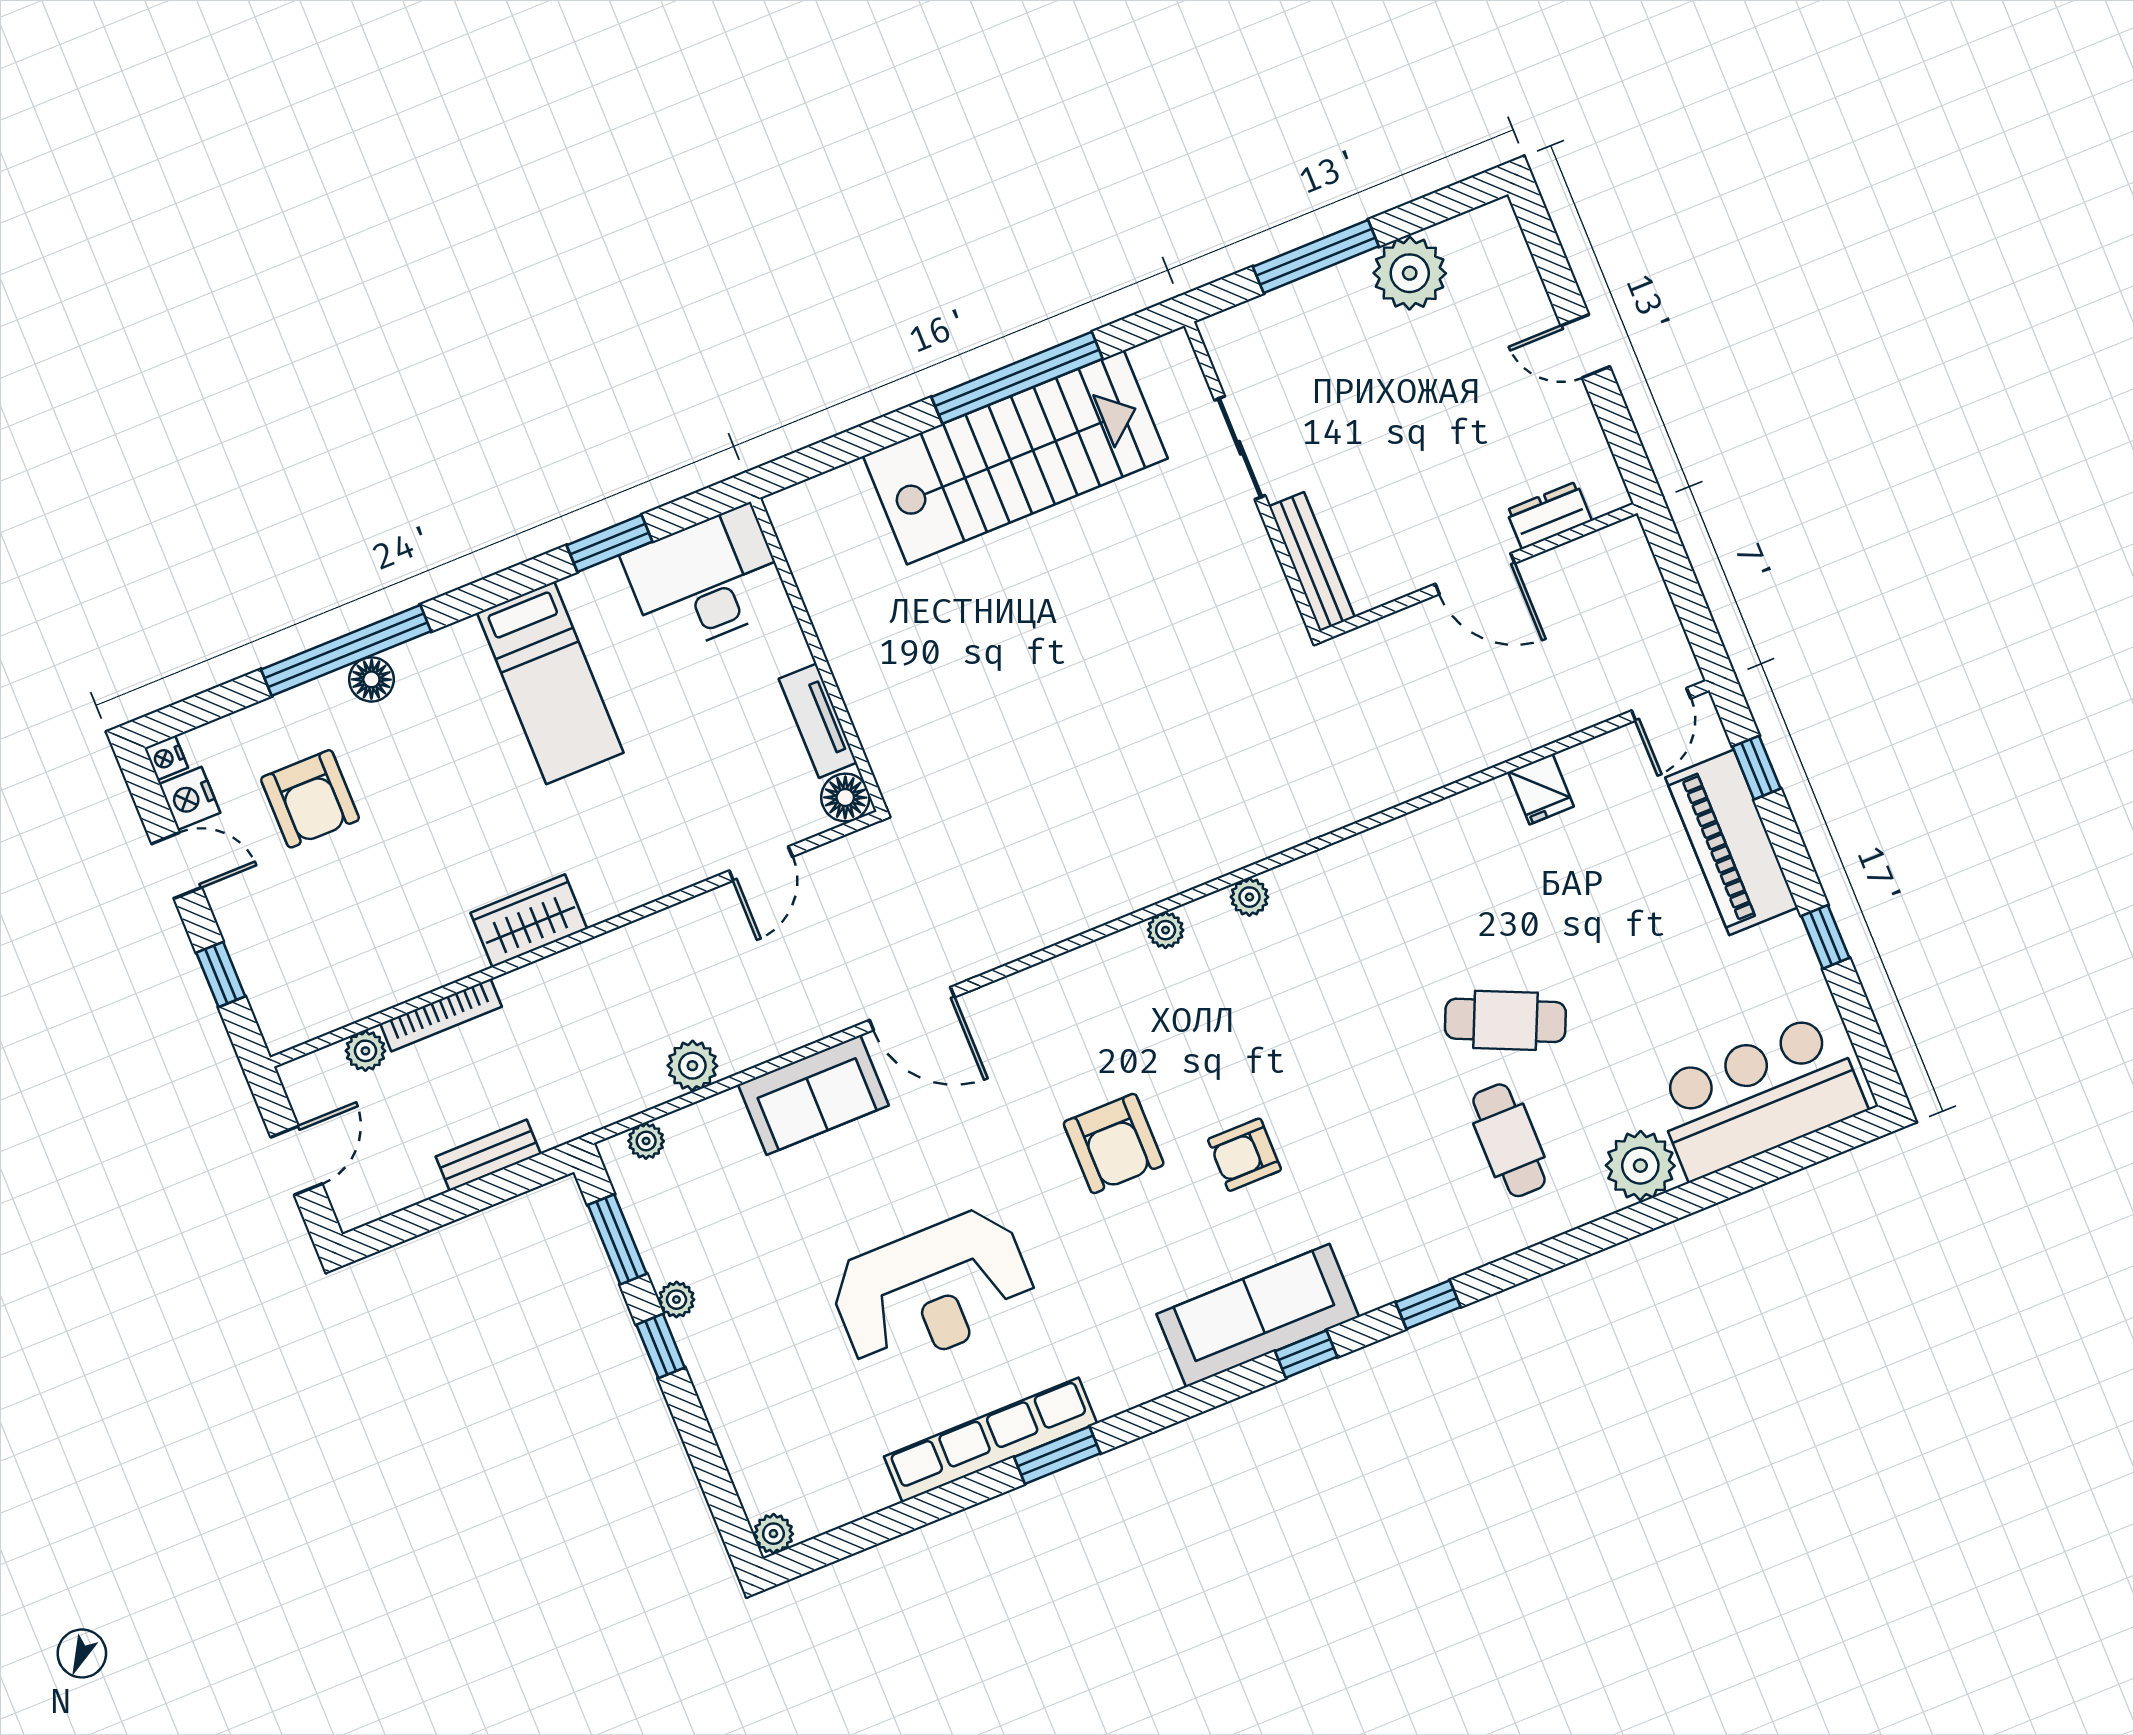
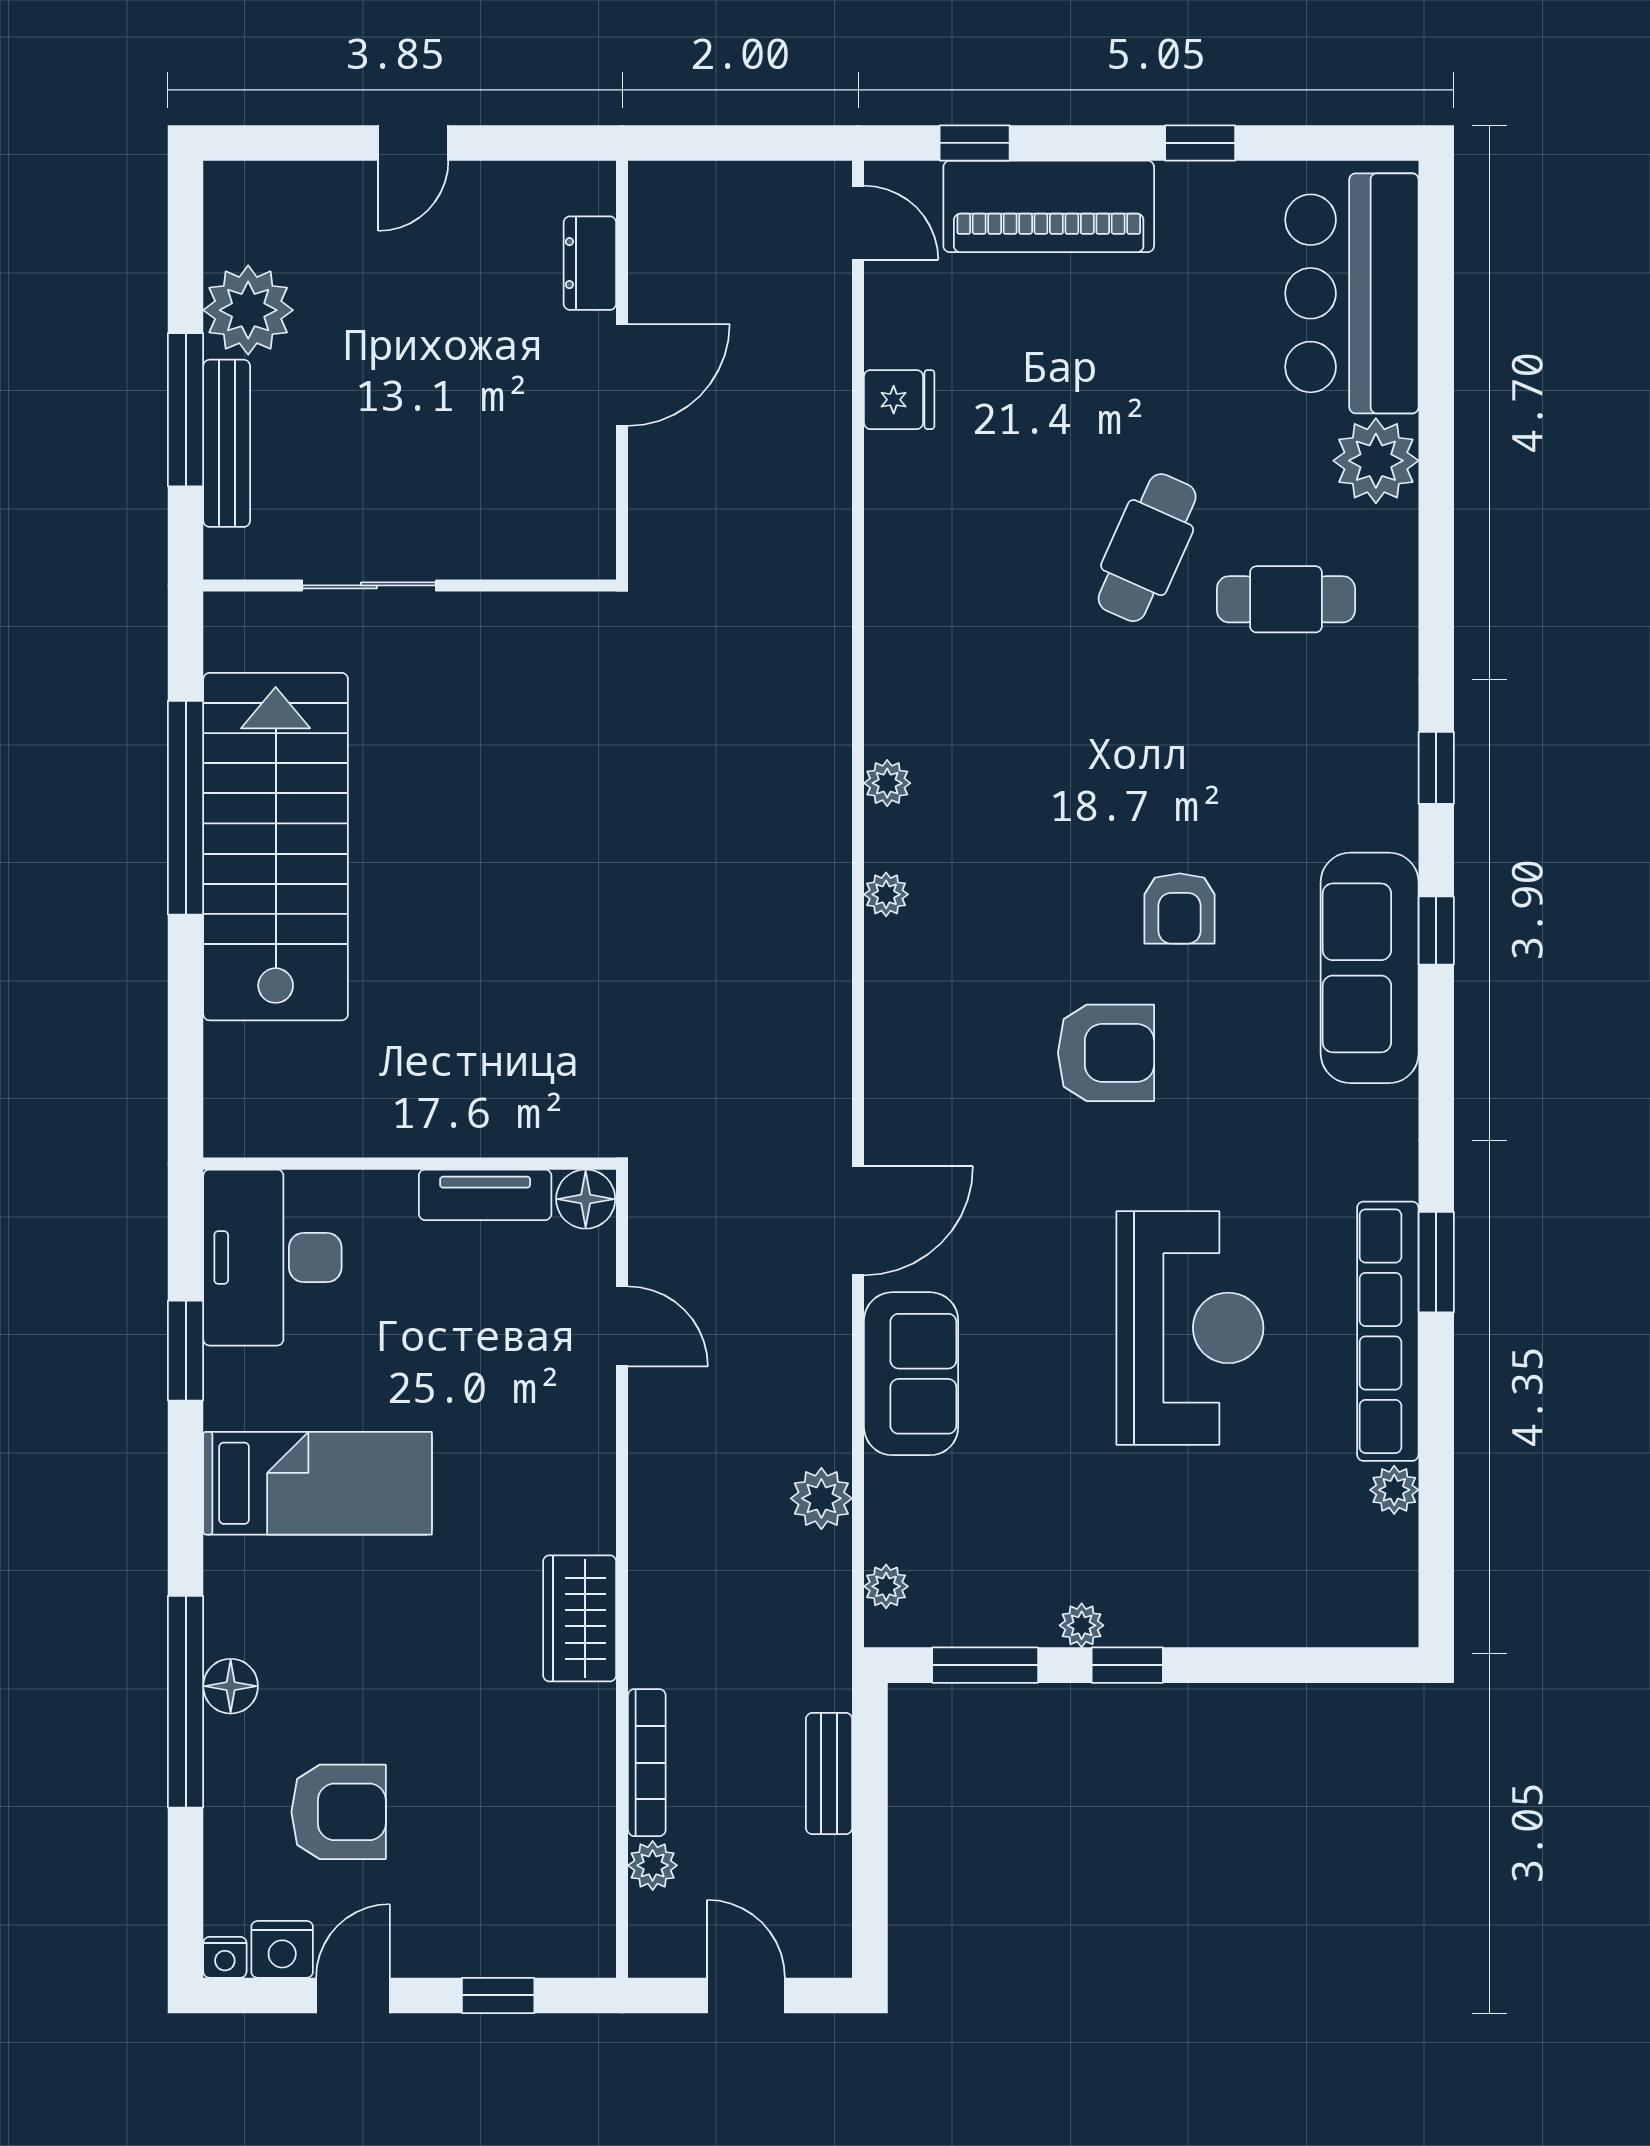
bench: (1312, 562) -> (227, 443), moved, turned 90
plant: (773, 1534) -> (1394, 1490), moved

